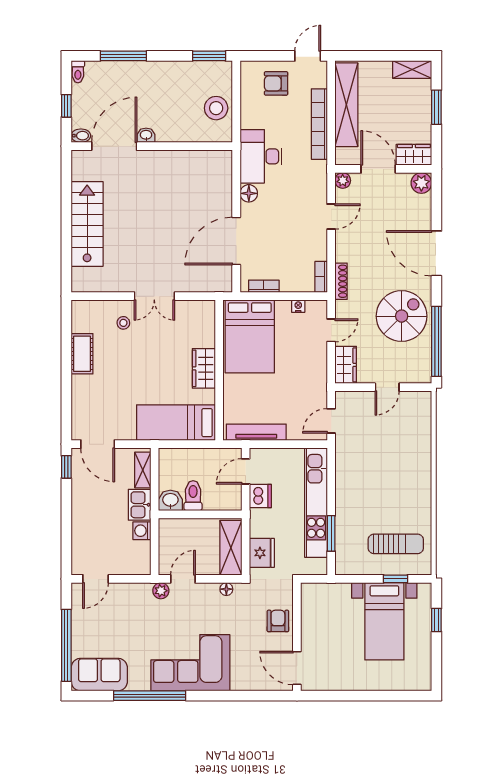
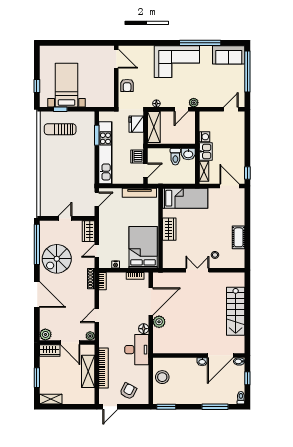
armchair: (276, 83) -> (128, 391), turned -62
shelving: (346, 105) -> (88, 371), width x0.68
plant: (222, 205) -> (159, 322), added

